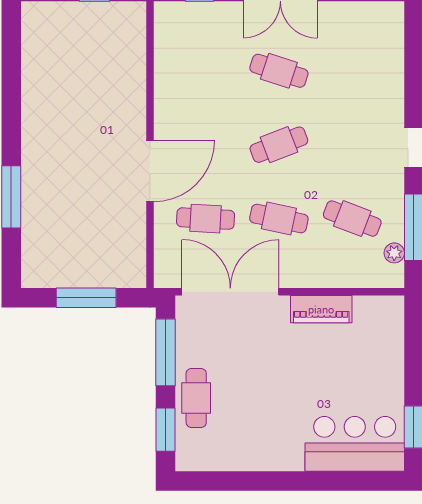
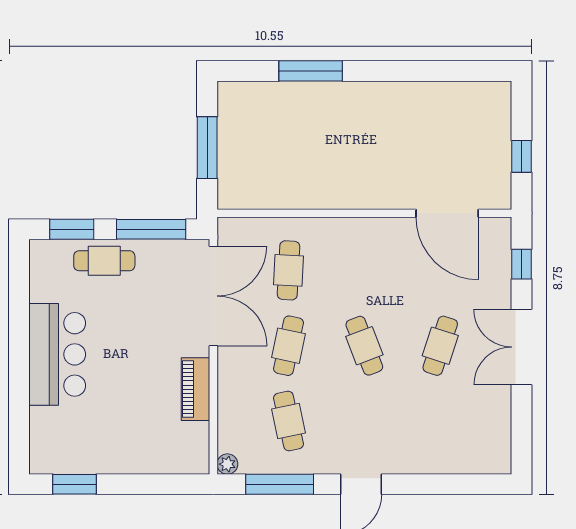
door: (150, 171) -> (447, 213), moved
cafe table: (352, 219) -> (289, 421), turned -33
plant: (394, 253) -> (227, 464), moved
bar counter: (355, 444) -> (57, 354), moved

